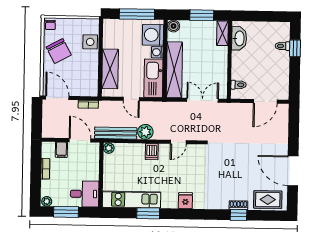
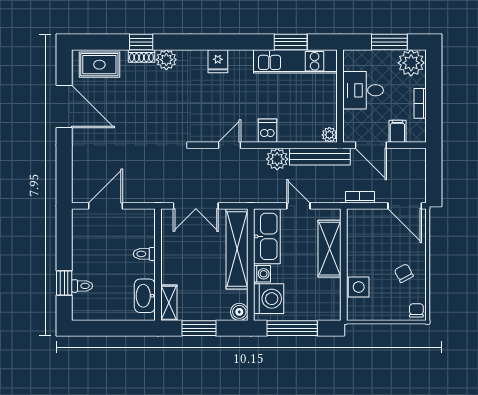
chair: (59, 51) -> (404, 273), width x0.54, depth x0.54
toilet: (239, 85) -> (144, 254), moved
desk: (85, 194) -> (363, 90), moved
plant: (47, 201) -> (411, 63), width x1.87, depth x1.87
plant: (221, 202) -> (166, 60), added
window: (148, 213) -> (291, 42), moved

